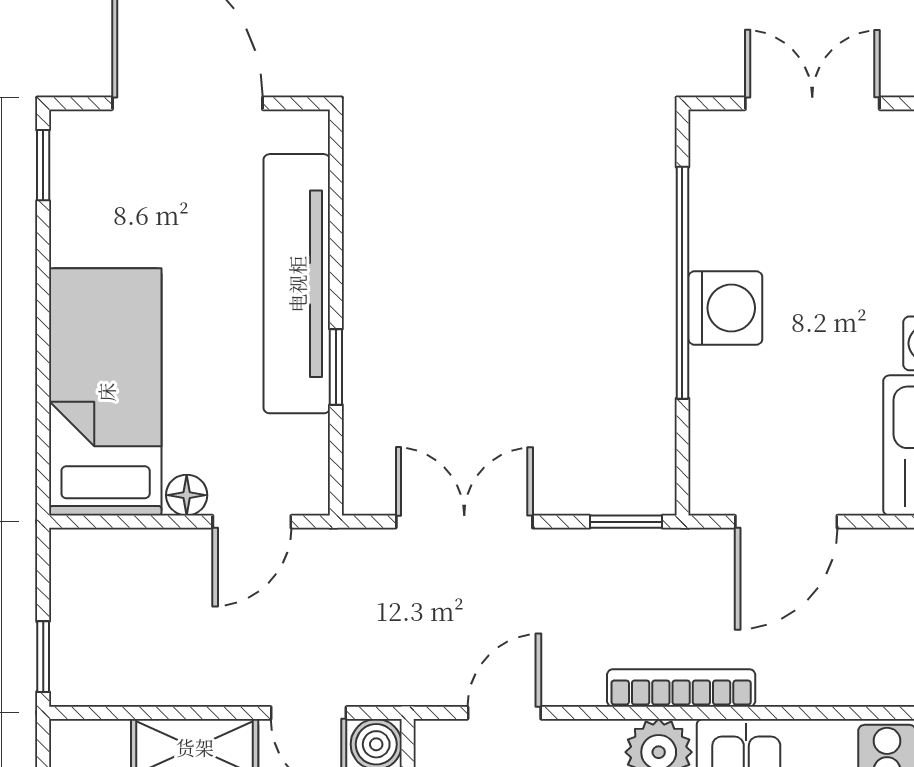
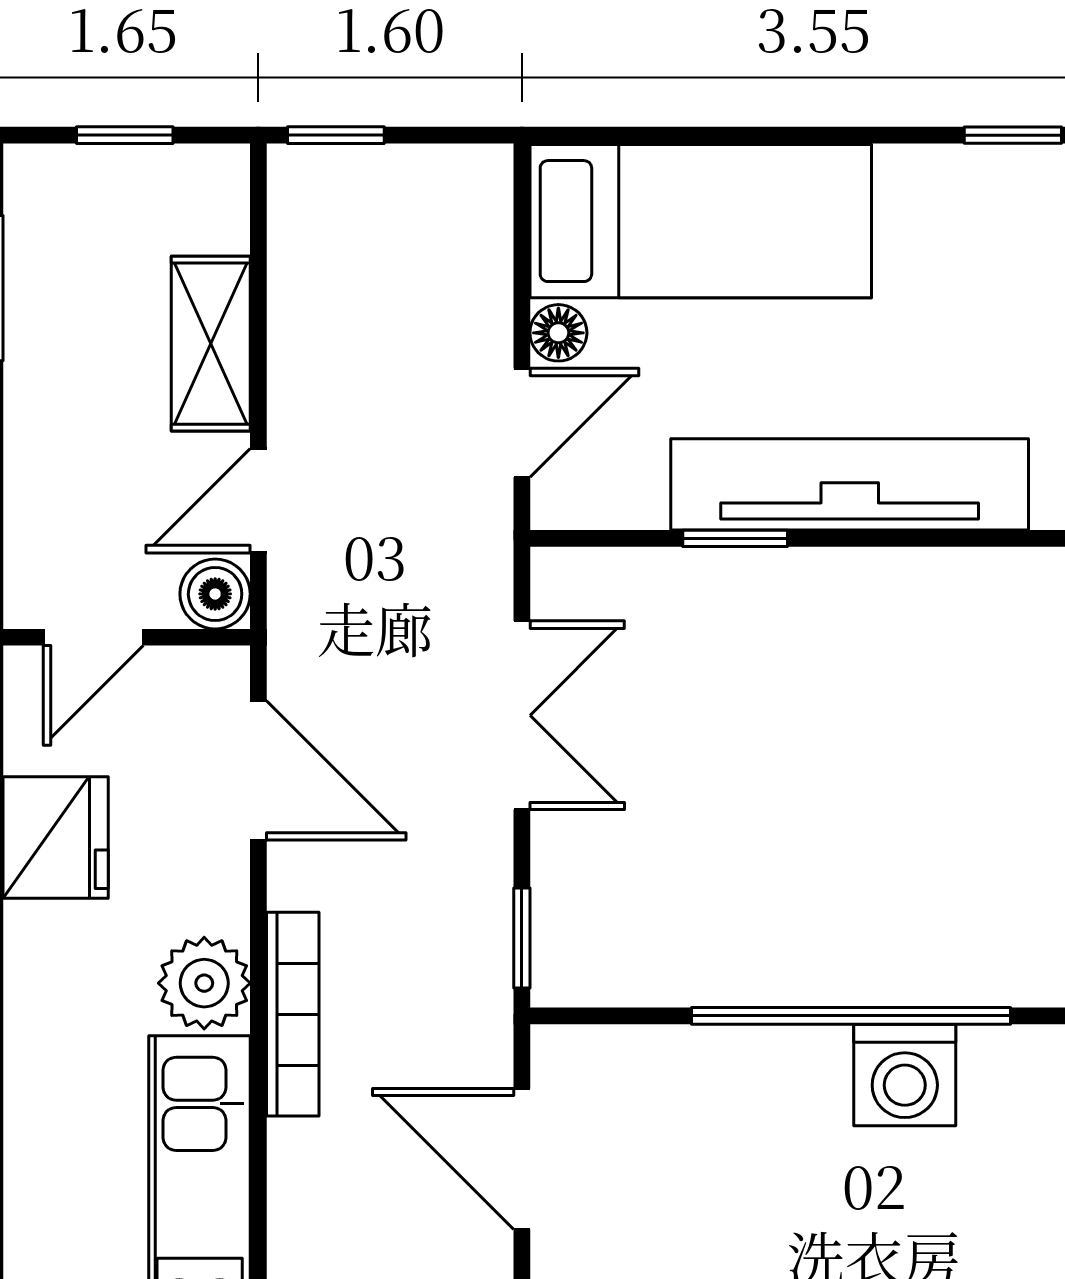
washing machine: (725, 308) -> (905, 1075), moved
door: (252, 522) -> (522, 423), swing flipped
door: (504, 713) -> (258, 771), width x1.38

